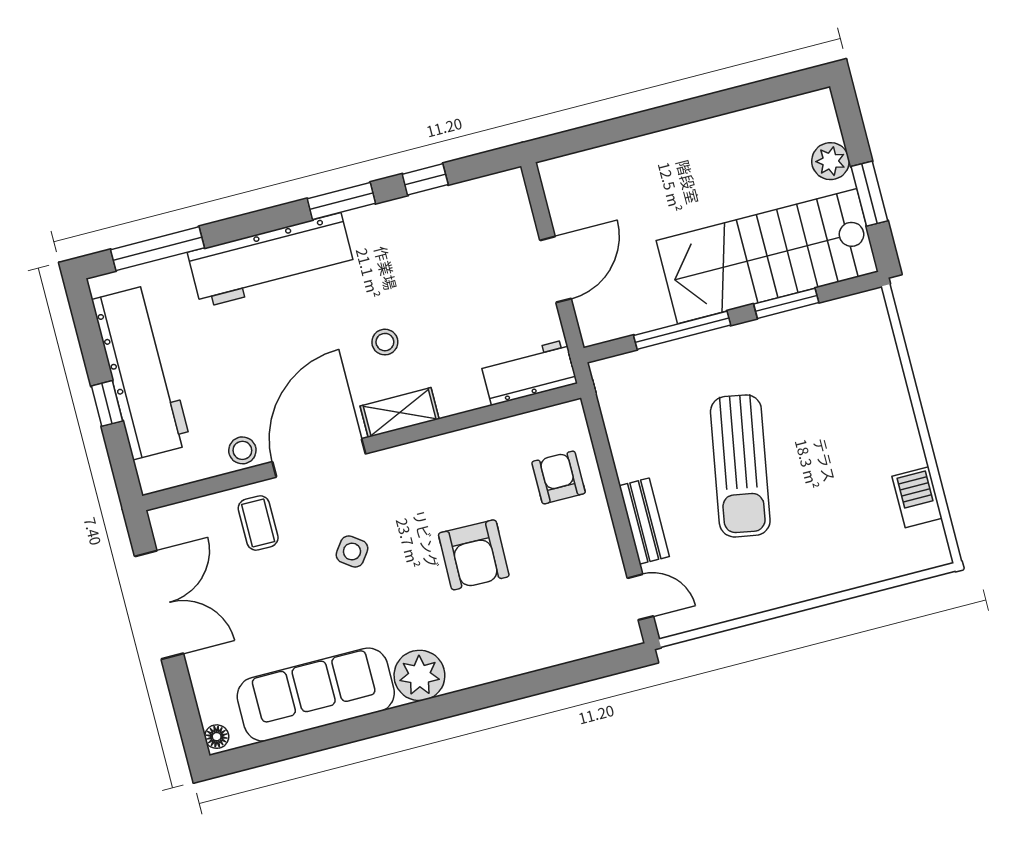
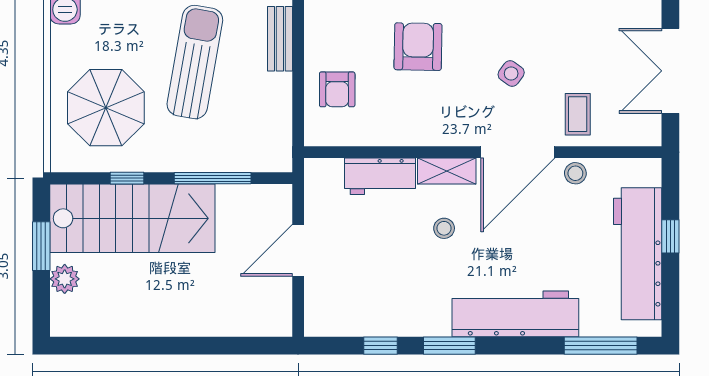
window: (786, 303) -> (127, 178), width x0.67
workbench: (529, 372) -> (380, 176), moved
parasol: (834, 382) -> (106, 108), added

